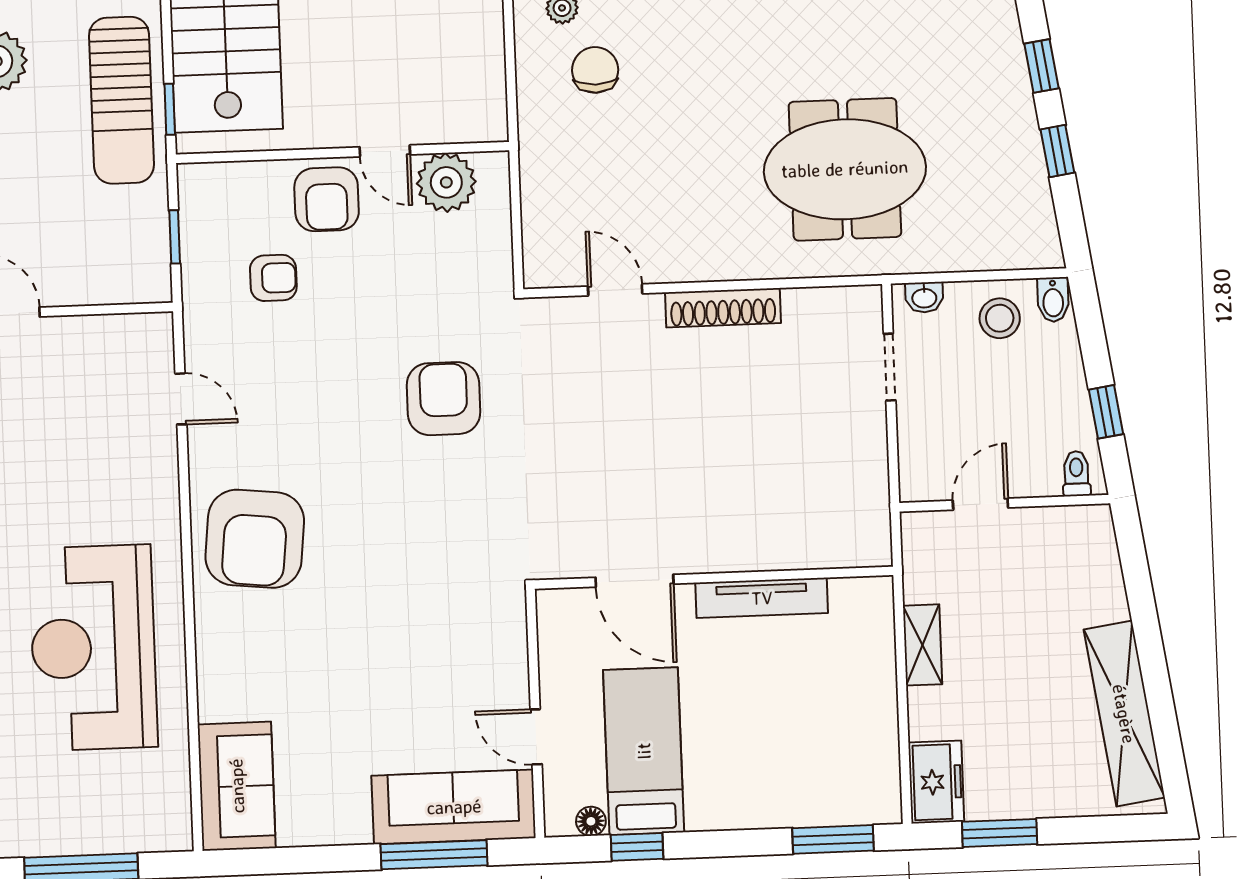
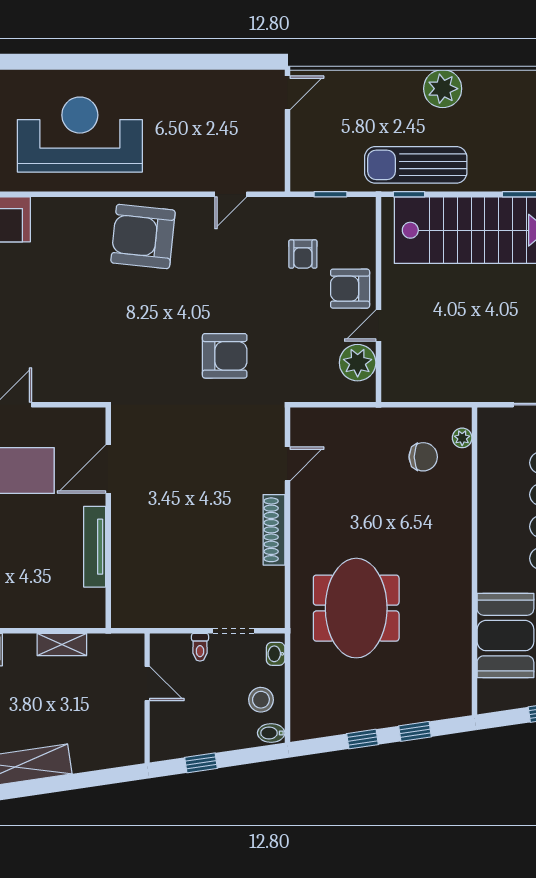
toilet: (1076, 474) -> (200, 647), moved, turned 90

